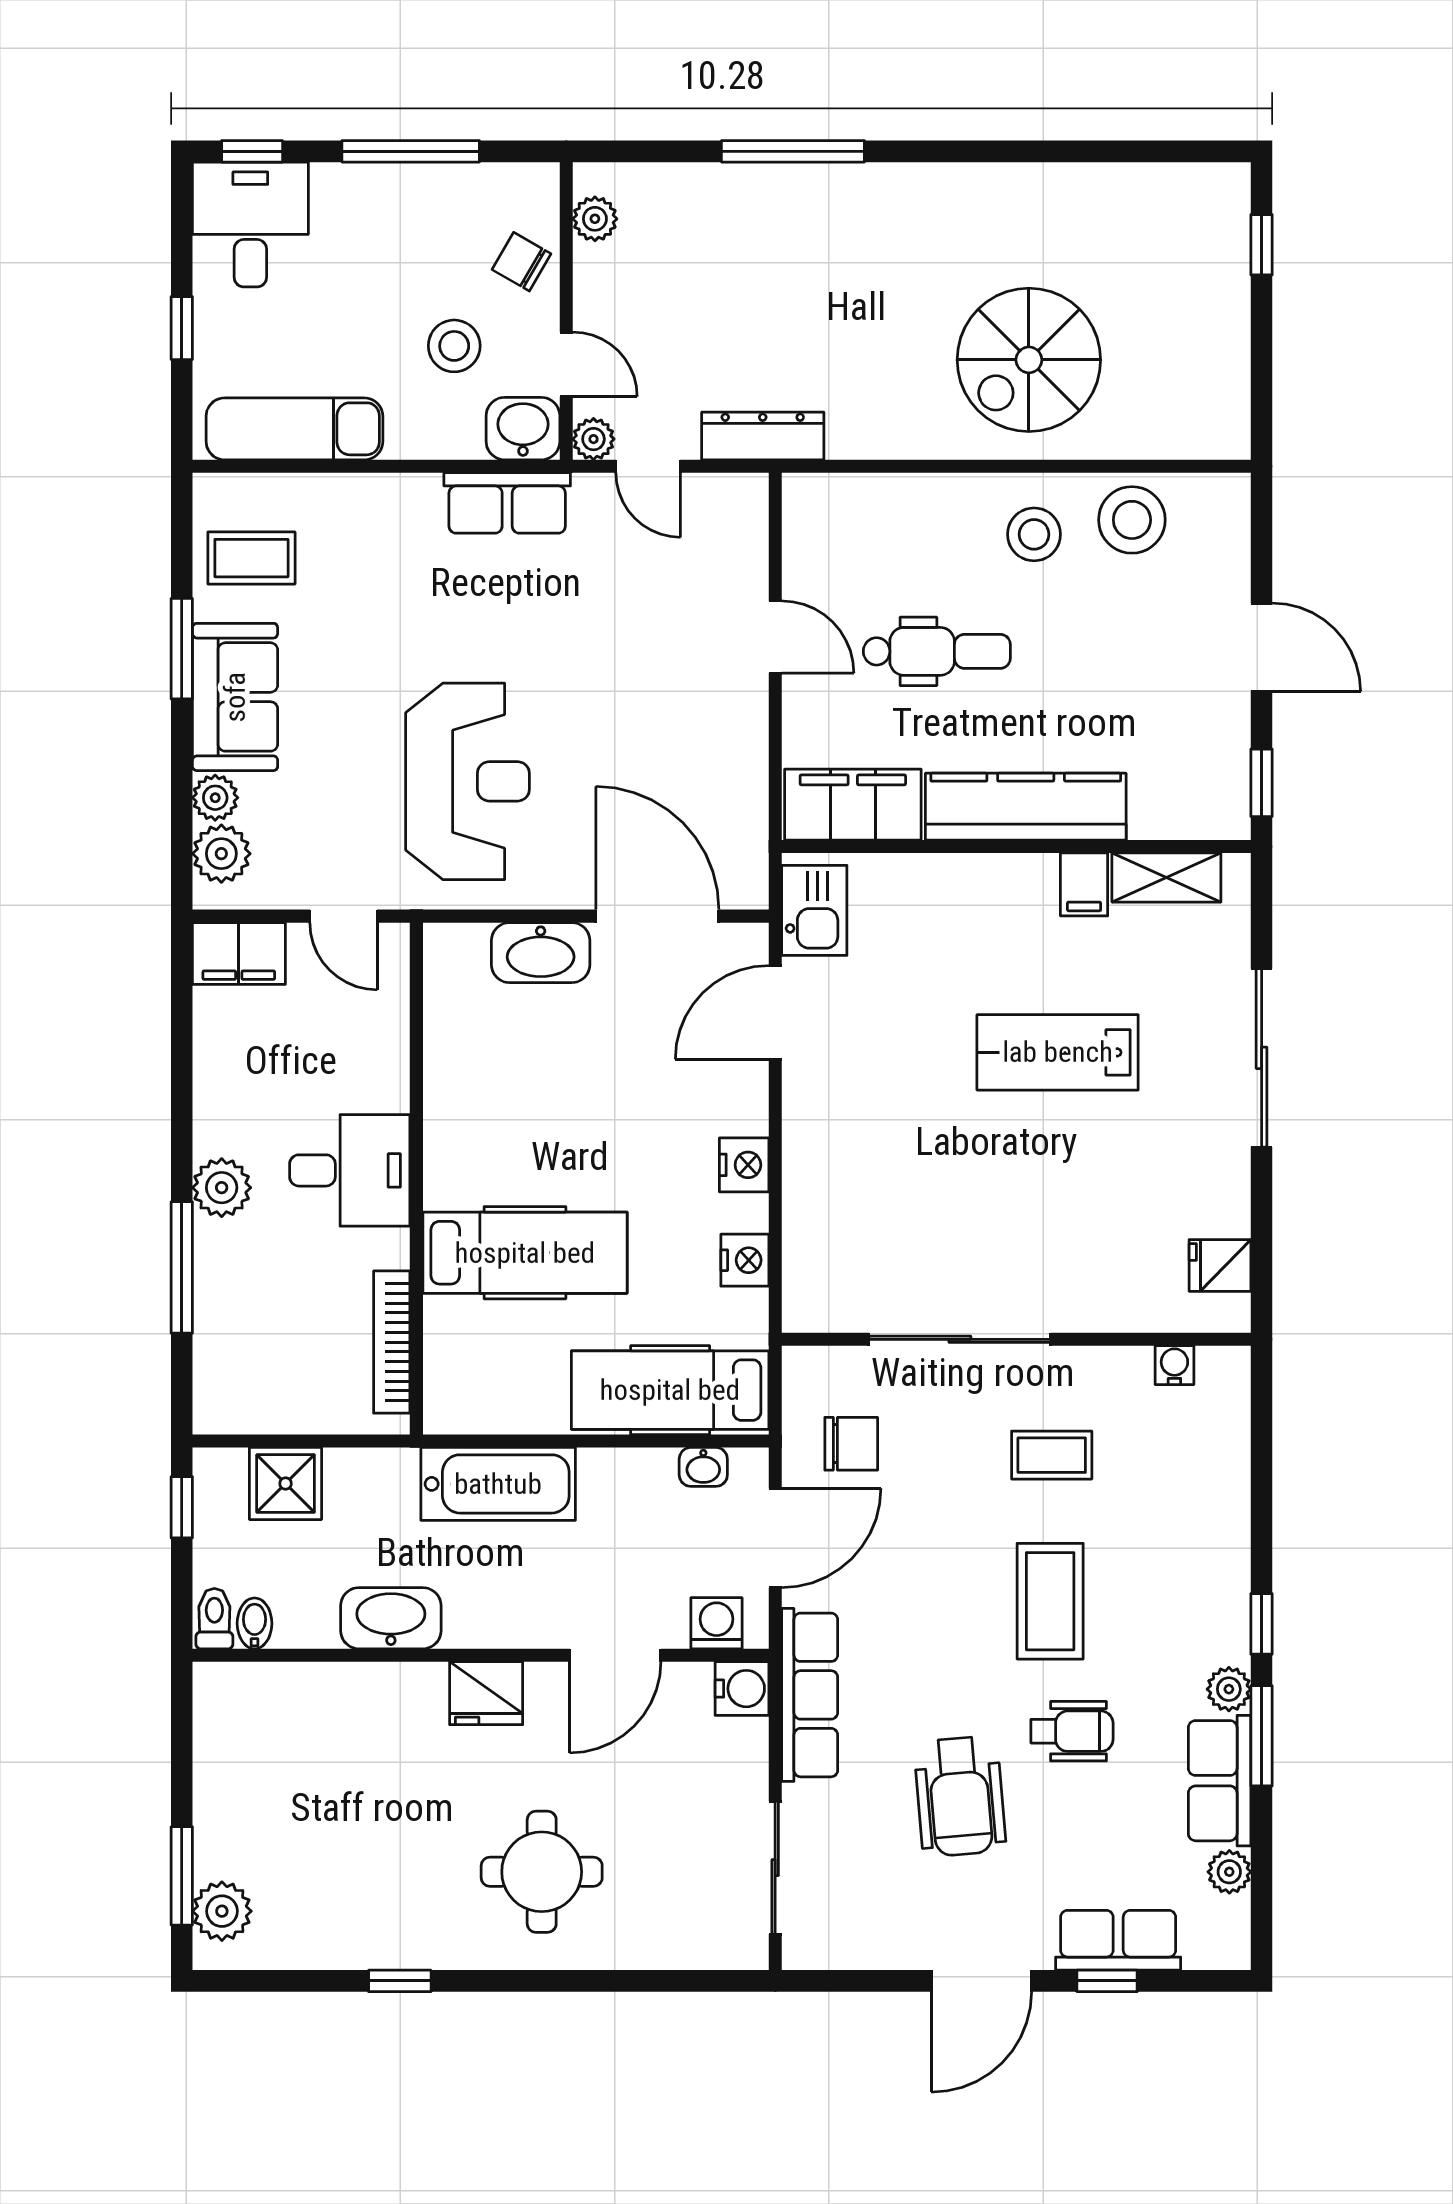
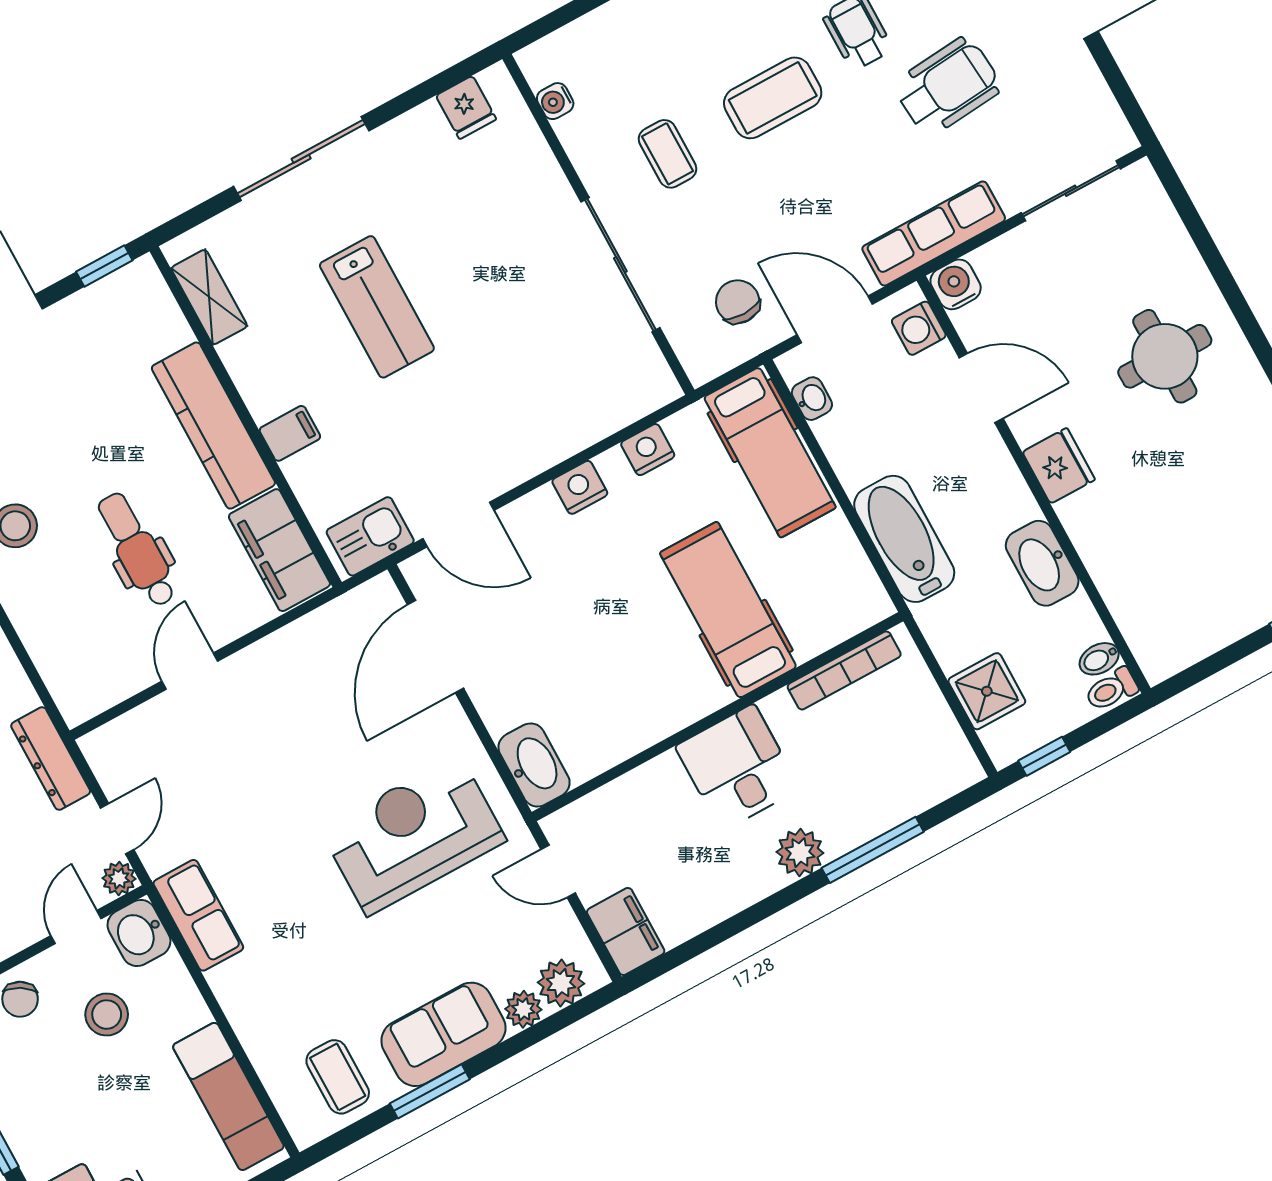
filing cabinet: (1084, 884) -> (290, 433), moved
door: (343, 916) -> (558, 871), swing flipped
washbasin: (541, 953) -> (534, 765), moved

